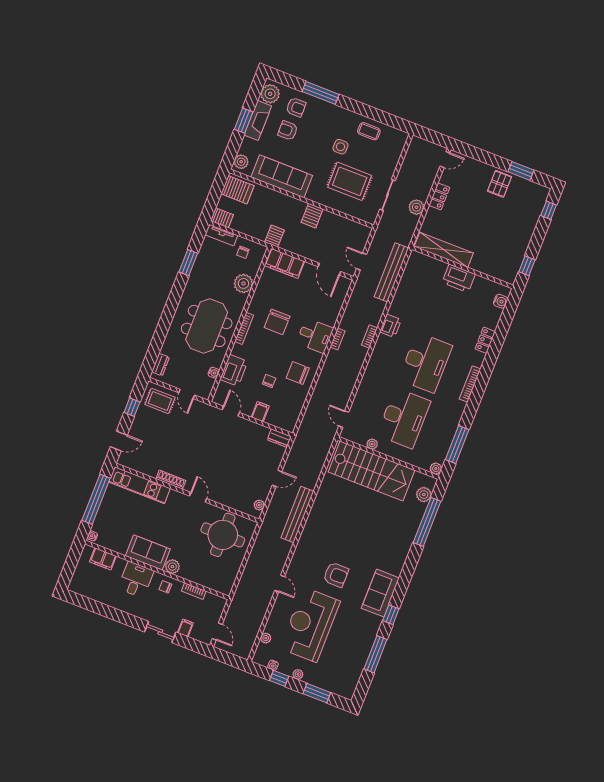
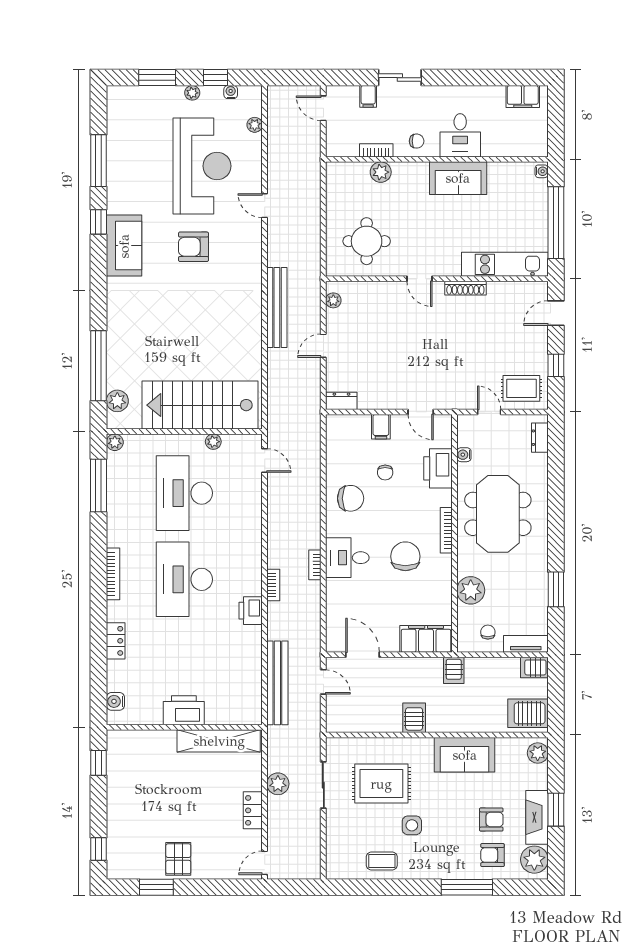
sofa: (282, 176) -> (465, 755), width x0.73
round table: (223, 535) -> (367, 241), width x0.73, depth x0.73
filing cabinet: (103, 559) -> (523, 96), moved, turned 180
plant: (172, 567) -> (381, 172), moved

